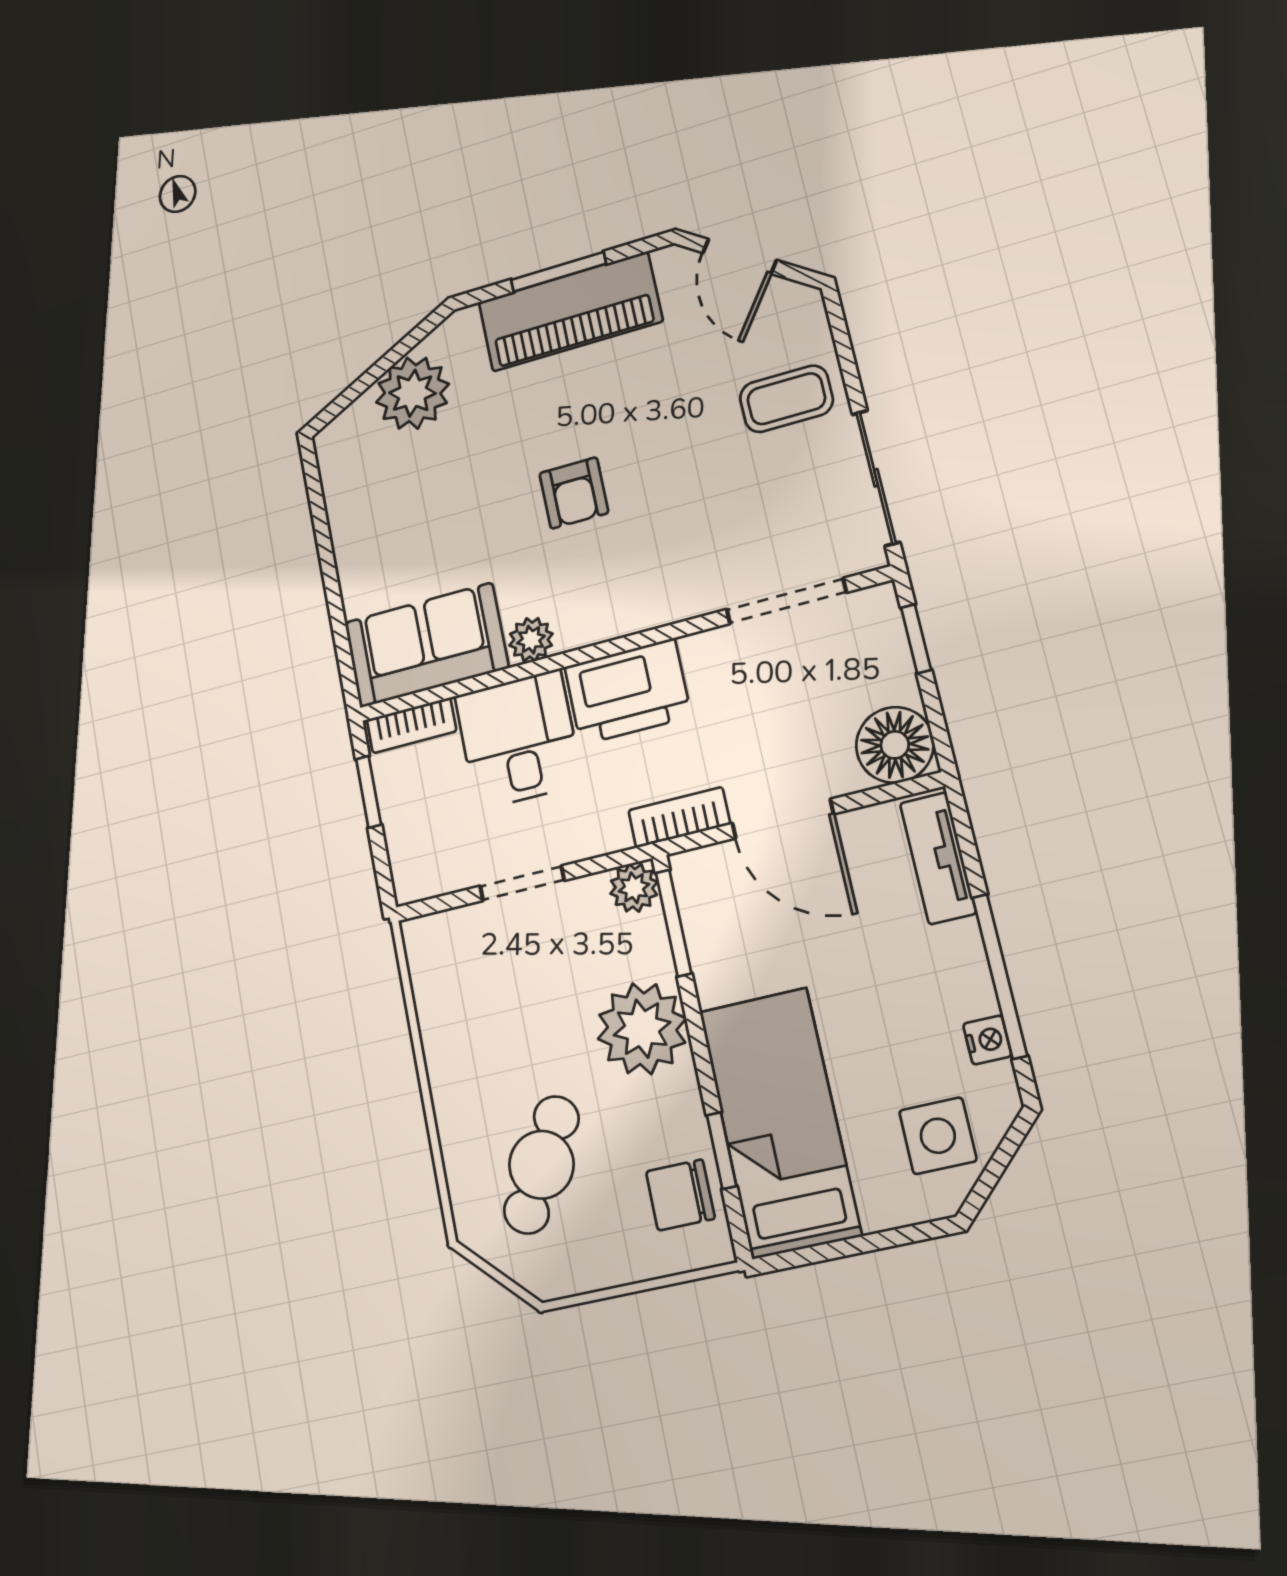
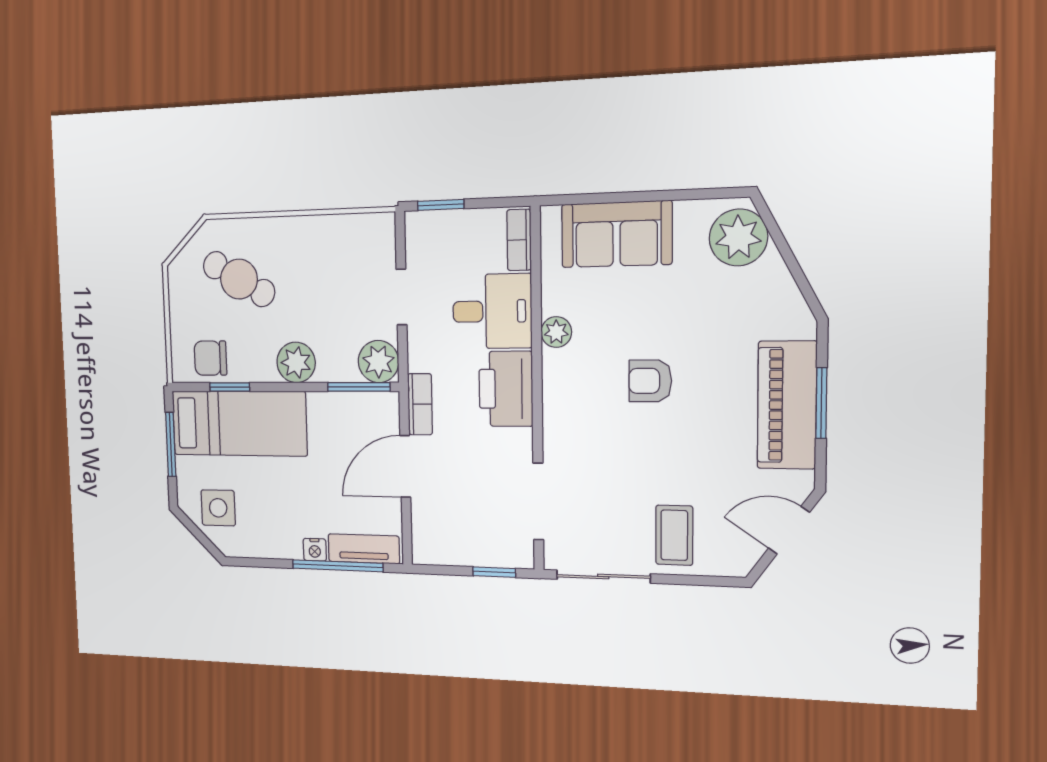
plant: (412, 393) -> (738, 237), moved
sofa: (426, 645) -> (617, 234), moved, turned 90
floor lamp: (895, 745) -> (434, 543), removed
window: (369, 792) -> (441, 205), moved
plant: (634, 888) -> (378, 362), width x1.38, depth x1.38
window: (1000, 976) -> (338, 566), moved
plant: (642, 1029) -> (296, 362), width x0.73, depth x0.73
nightstand: (987, 1040) -> (315, 550), moved
chair: (680, 1195) -> (210, 358), turned -90
window: (847, 1248) -> (171, 444), added

